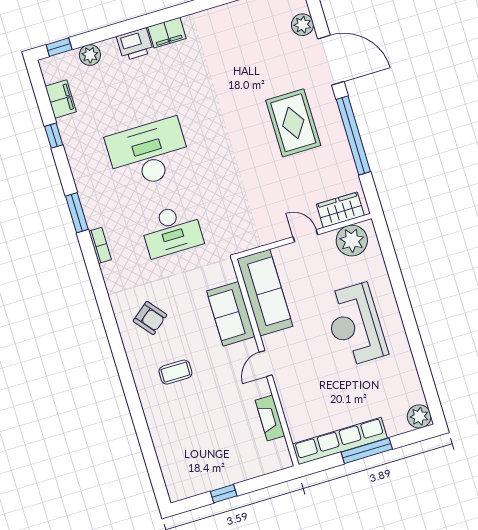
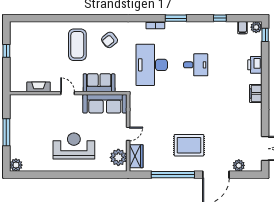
printer: (135, 44) -> (255, 65), moved
plant: (90, 55) -> (256, 27), moved
filing cabinet: (61, 99) -> (242, 28), width x0.50
desk: (148, 153) -> (196, 65), width x0.53, depth x0.77
desk: (172, 231) -> (152, 65), width x1.36, depth x1.30
coffee table: (175, 372) -> (77, 45), width x1.86, depth x1.72
row of seats: (340, 441) -> (16, 120), removed

